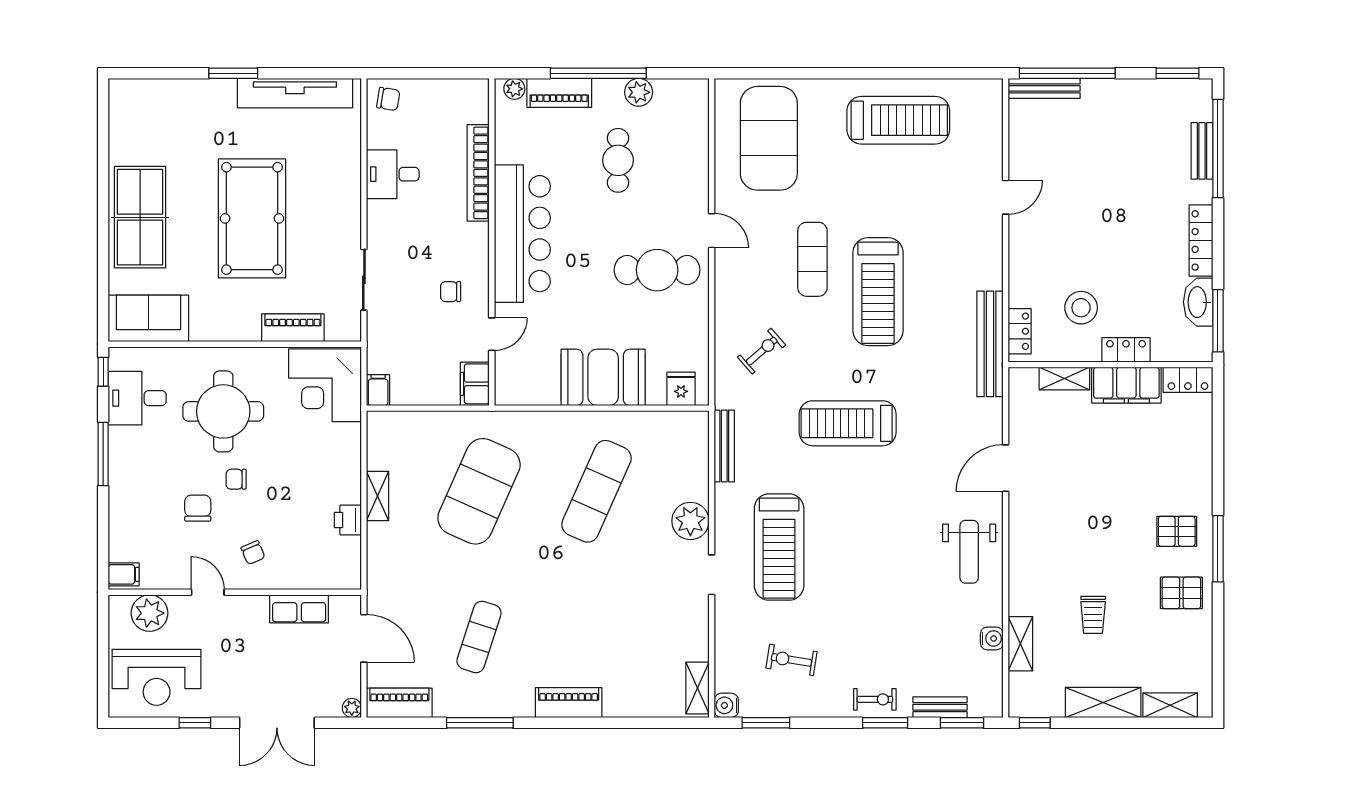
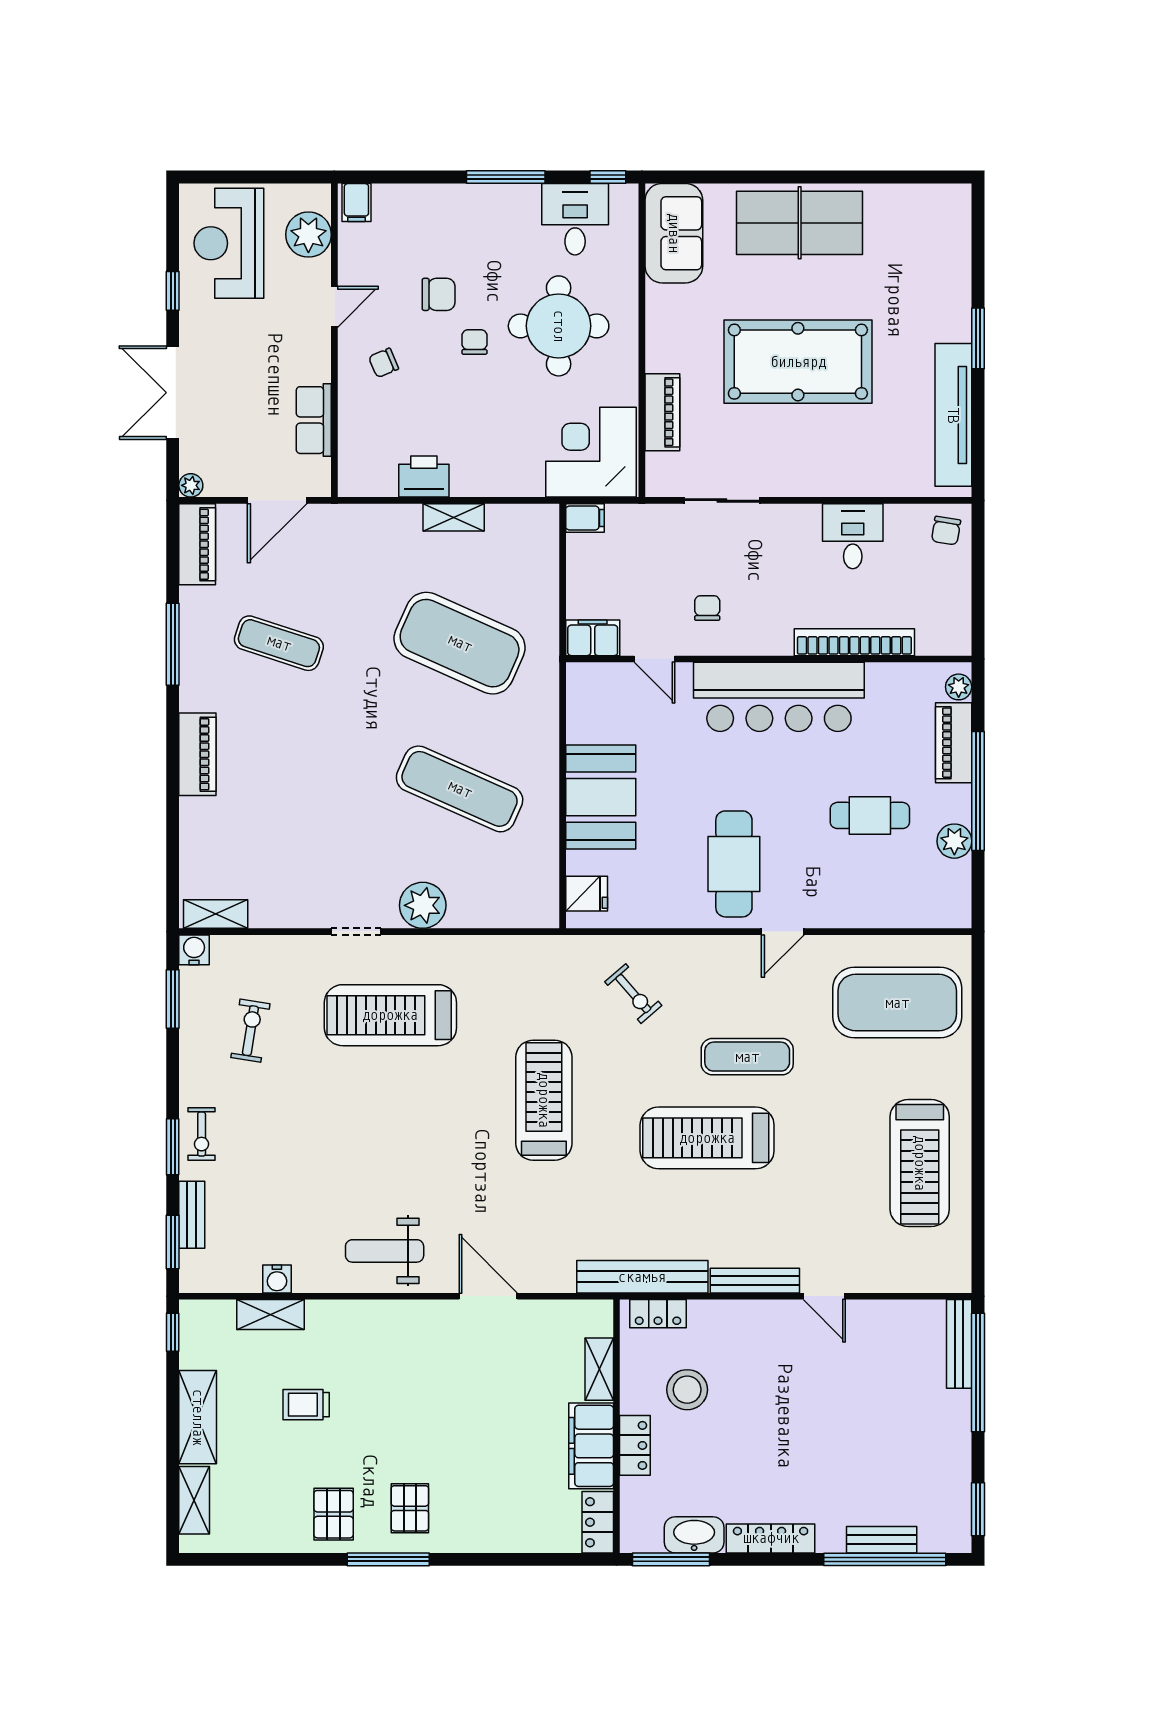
bench: (724, 446) -> (755, 1281), moved
printer: (348, 520) -> (424, 477), width x1.36, depth x1.24

